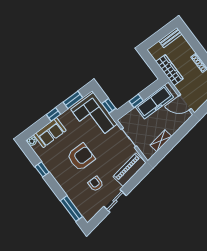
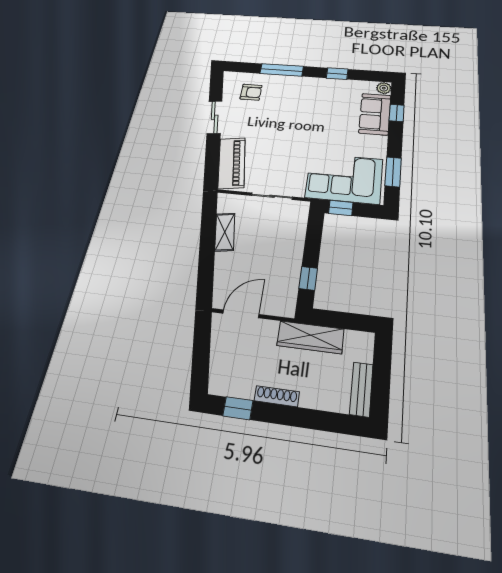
window: (136, 101) -> (308, 278), moved
freezer: (154, 102) -> (285, 271), removed
window: (53, 114) -> (397, 113), moved
armchair: (81, 157) -> (308, 123), removed
armchair: (96, 184) -> (251, 92), moved
window: (71, 209) -> (282, 70), moved

